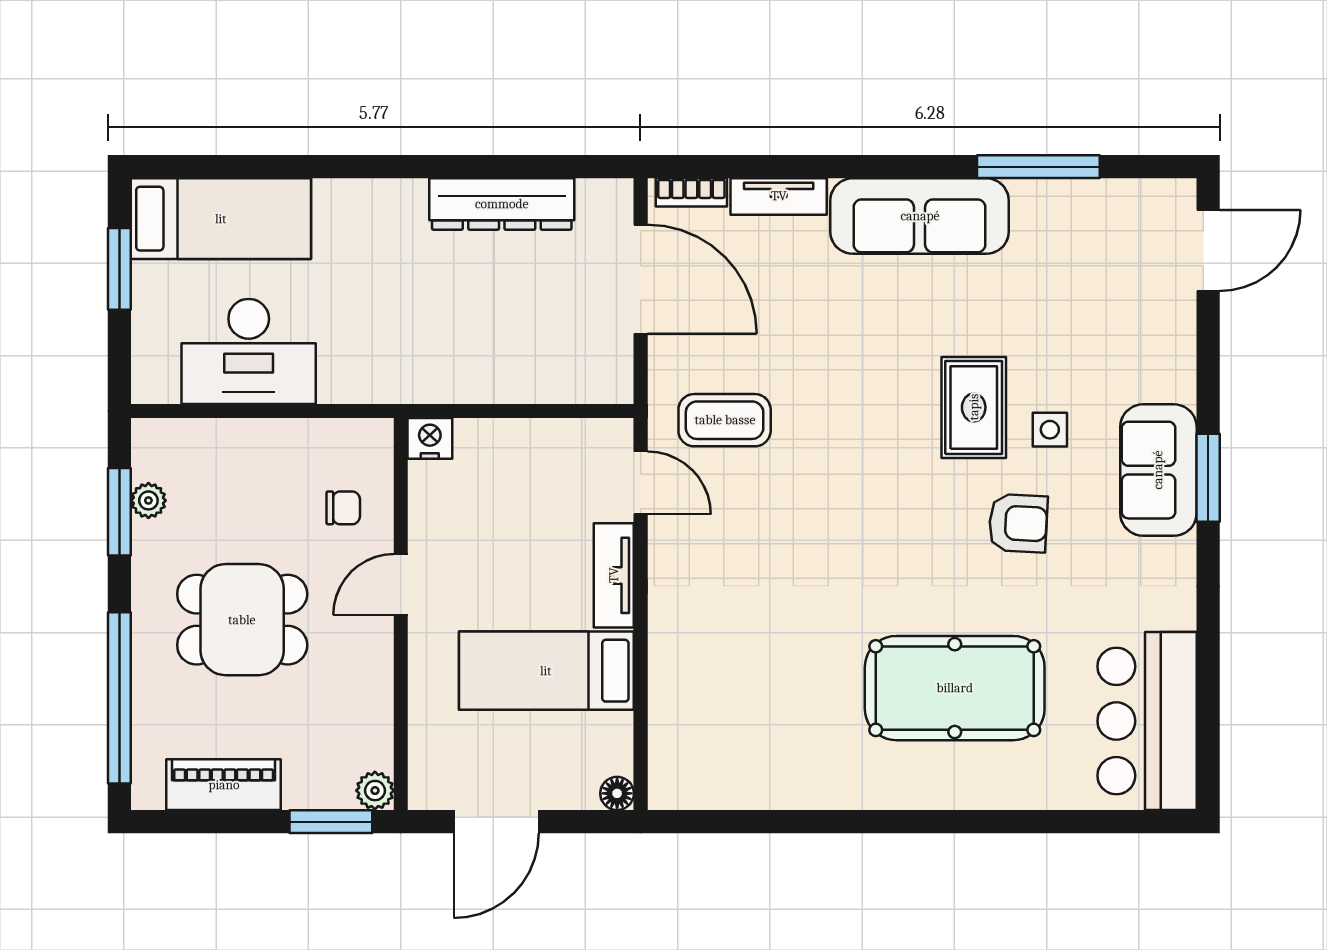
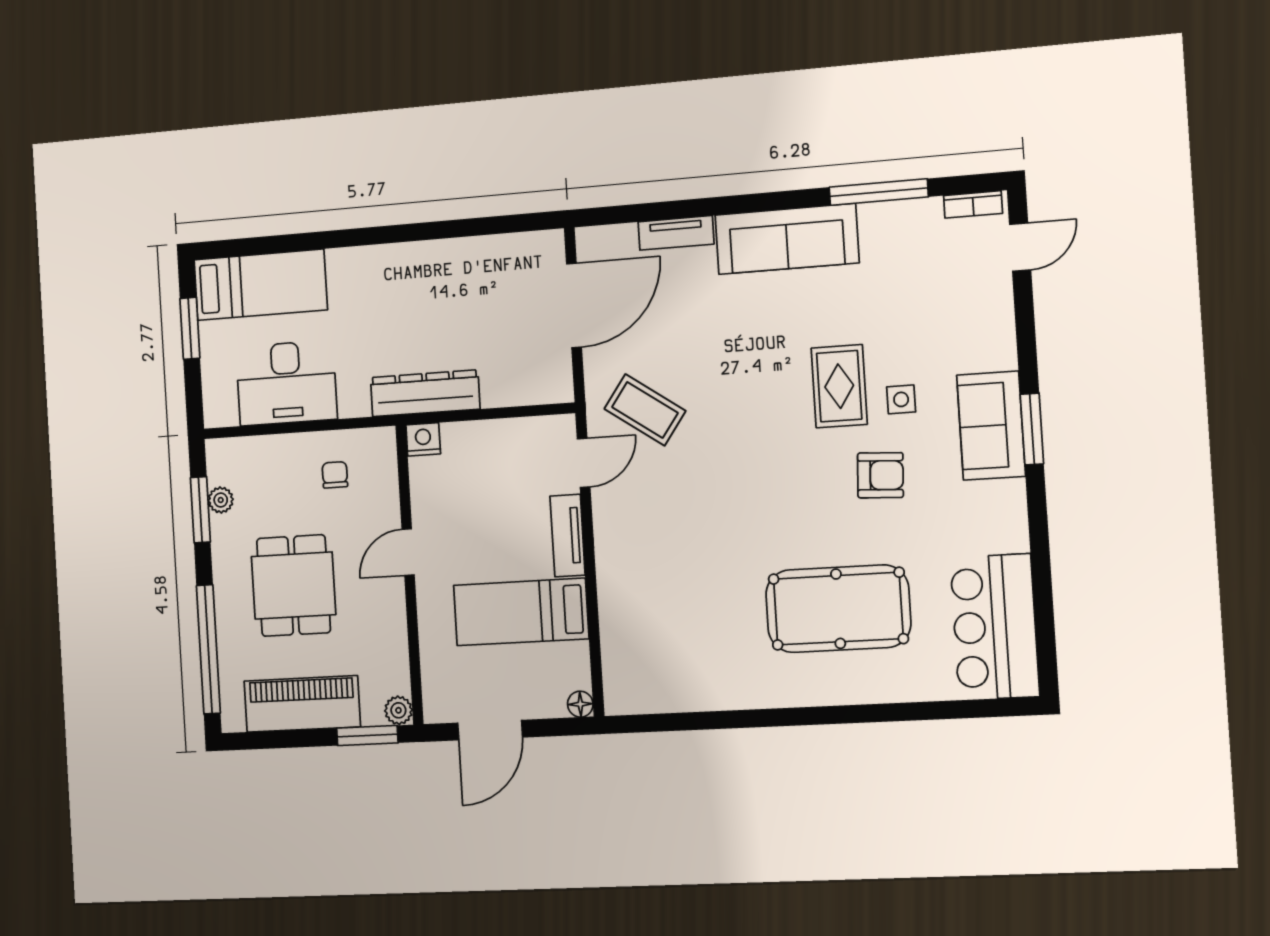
bookcase: (691, 192) -> (973, 204), moved
dresser: (502, 204) -> (425, 393), moved, turned 180
door: (1208, 250) -> (1020, 247), width x0.73
door: (641, 279) -> (574, 306), hinge flipped
coffee table: (725, 420) -> (645, 410), turned 35
door: (641, 483) -> (584, 463), hinge flipped
chair: (343, 508) -> (335, 475), moved, turned -90
dining table: (242, 620) -> (293, 586), turned 90
piano: (224, 785) -> (302, 704), width x1.37, depth x1.33

